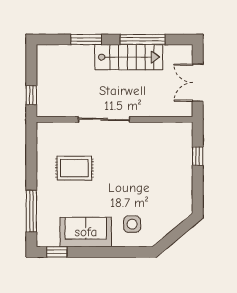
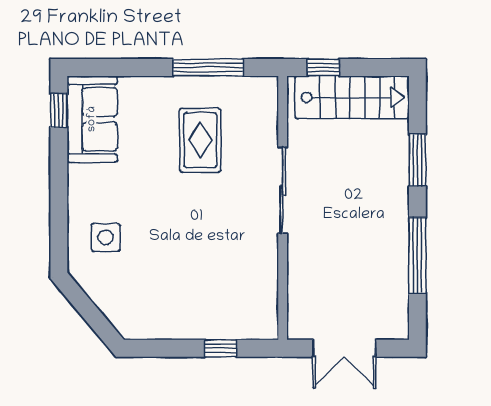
stairs: (129, 57) -> (352, 97), moved, turned -90
double door: (198, 83) -> (344, 348), swing flipped
window: (31, 211) -> (208, 68), moved
sofa: (86, 232) -> (92, 119), moved

